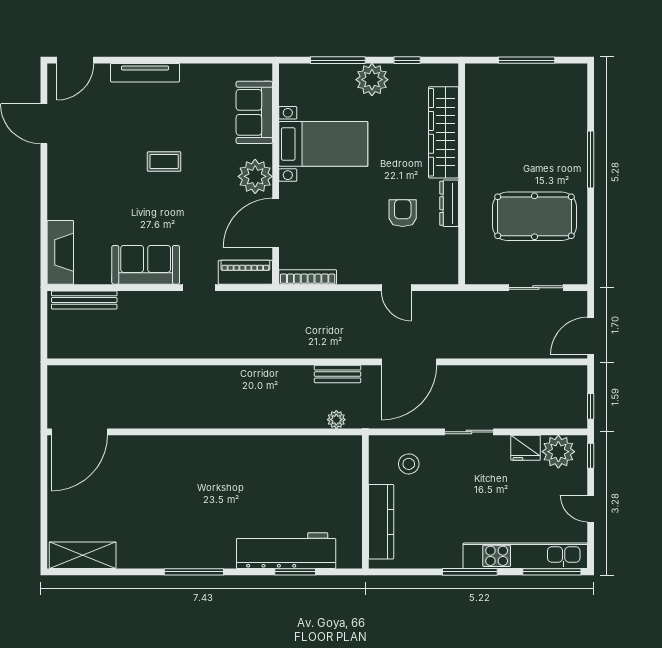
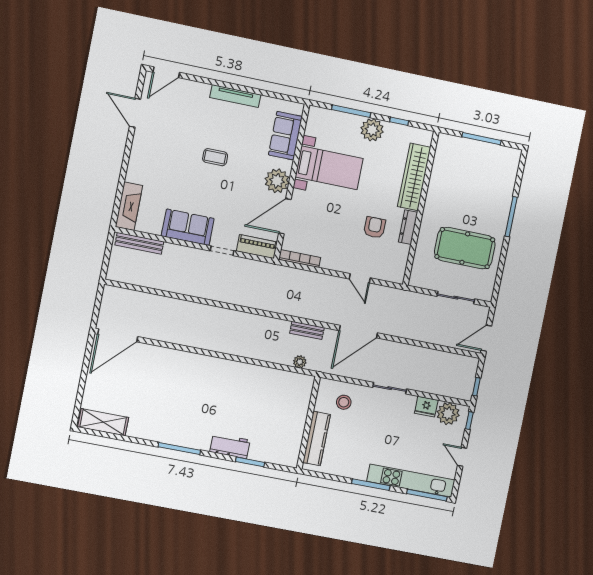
tv unit: (145, 73) -> (235, 96), moved
workbench: (286, 551) -> (230, 446), width x0.53, depth x0.76

